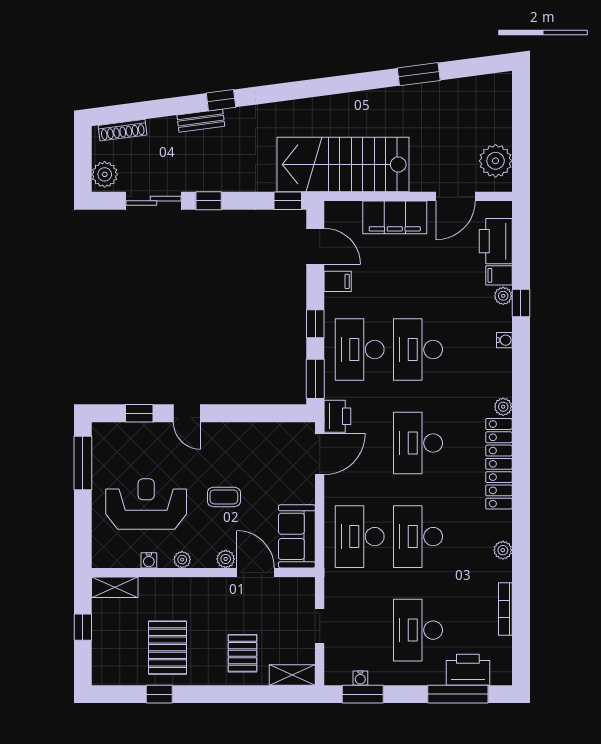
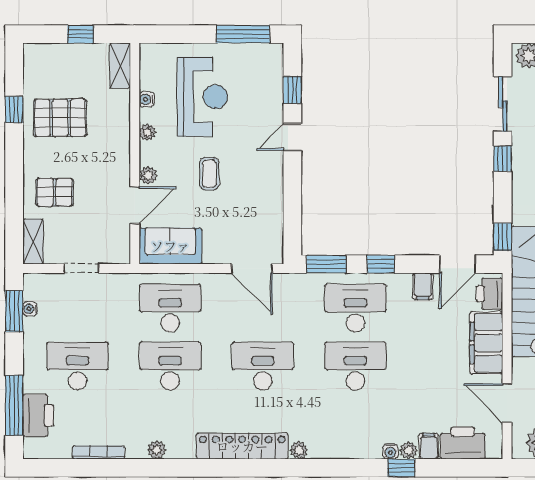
water cooler: (504, 340) -> (390, 451), moved
printer: (337, 416) -> (490, 294), moved, turned 90

